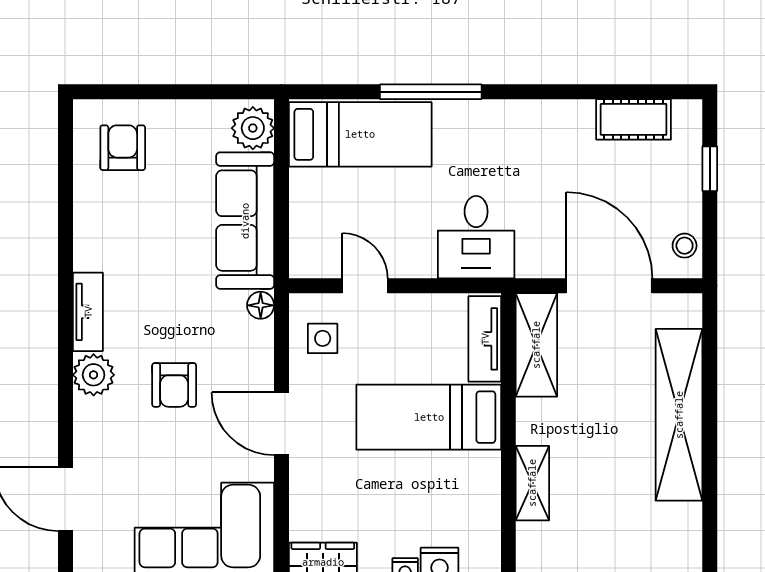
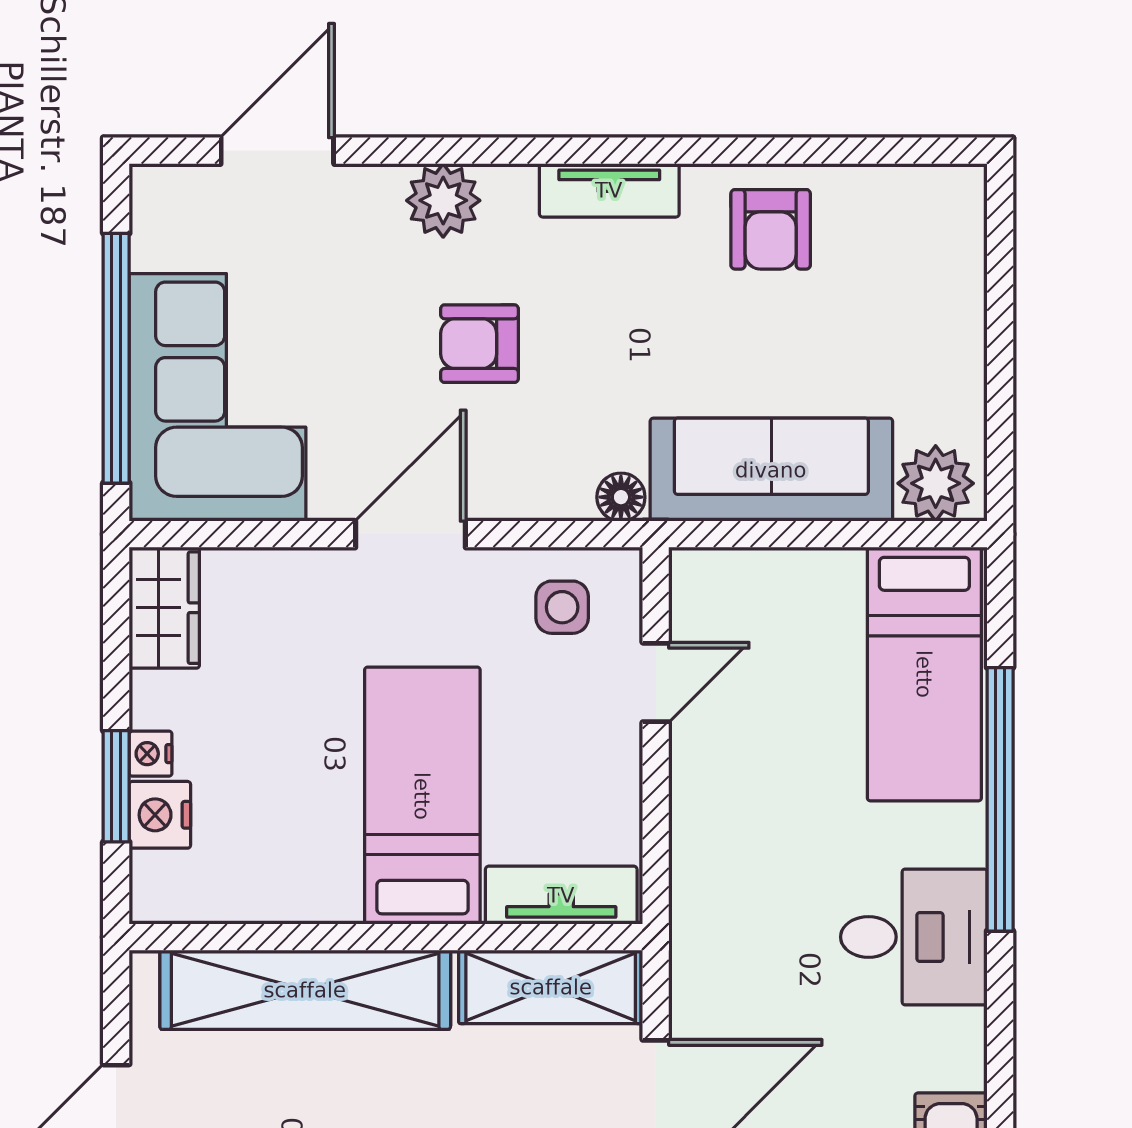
window: (431, 92) -> (1000, 799), width x1.46
armchair: (123, 148) -> (771, 229), moved, turned 90
desk: (476, 237) -> (914, 937), moved, turned 180
plant: (94, 375) -> (443, 200), moved
shelving: (532, 483) -> (305, 990), width x2.20, depth x1.33

